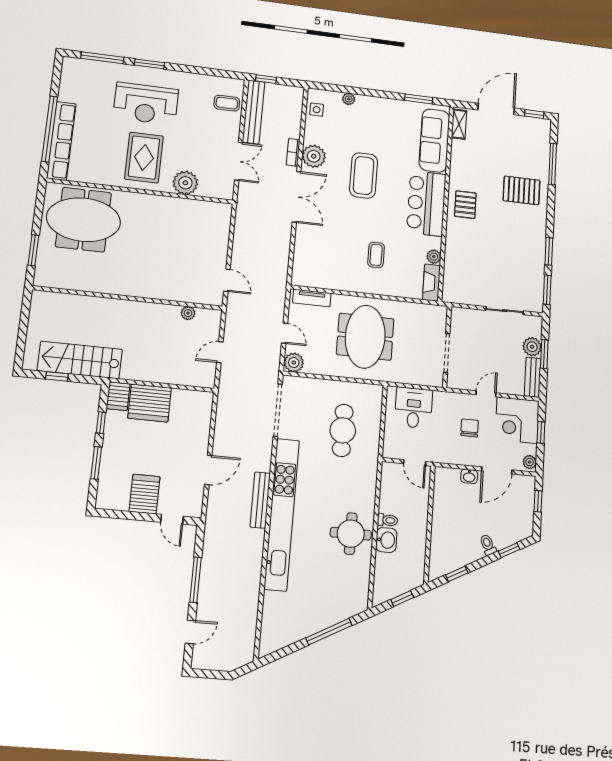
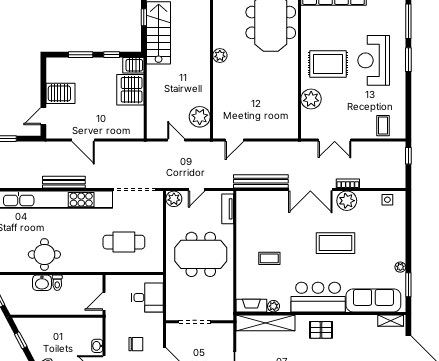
plant: (349, 99) -> (400, 267), moved
bench: (254, 112) -> (261, 181), moved
shelving: (453, 268) -> (266, 323), added
plant: (118, 286) -> (220, 55), added
plant: (188, 313) -> (200, 117), width x1.88, depth x1.88

